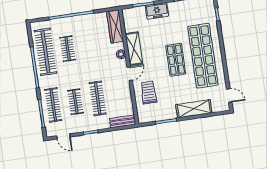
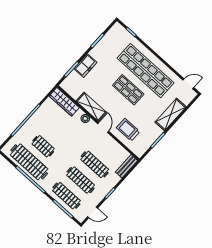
clothes rail: (75, 102) -> (81, 180), width x1.36

